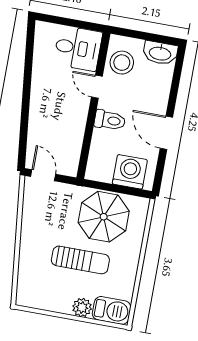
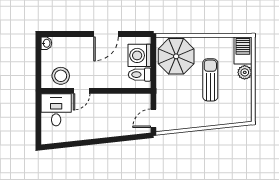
washbasin: (160, 53) -> (46, 43), width x0.52, depth x0.69
toilet: (110, 120) -> (140, 75), moved, turned -90
parasol: (104, 217) -> (176, 56), moved

